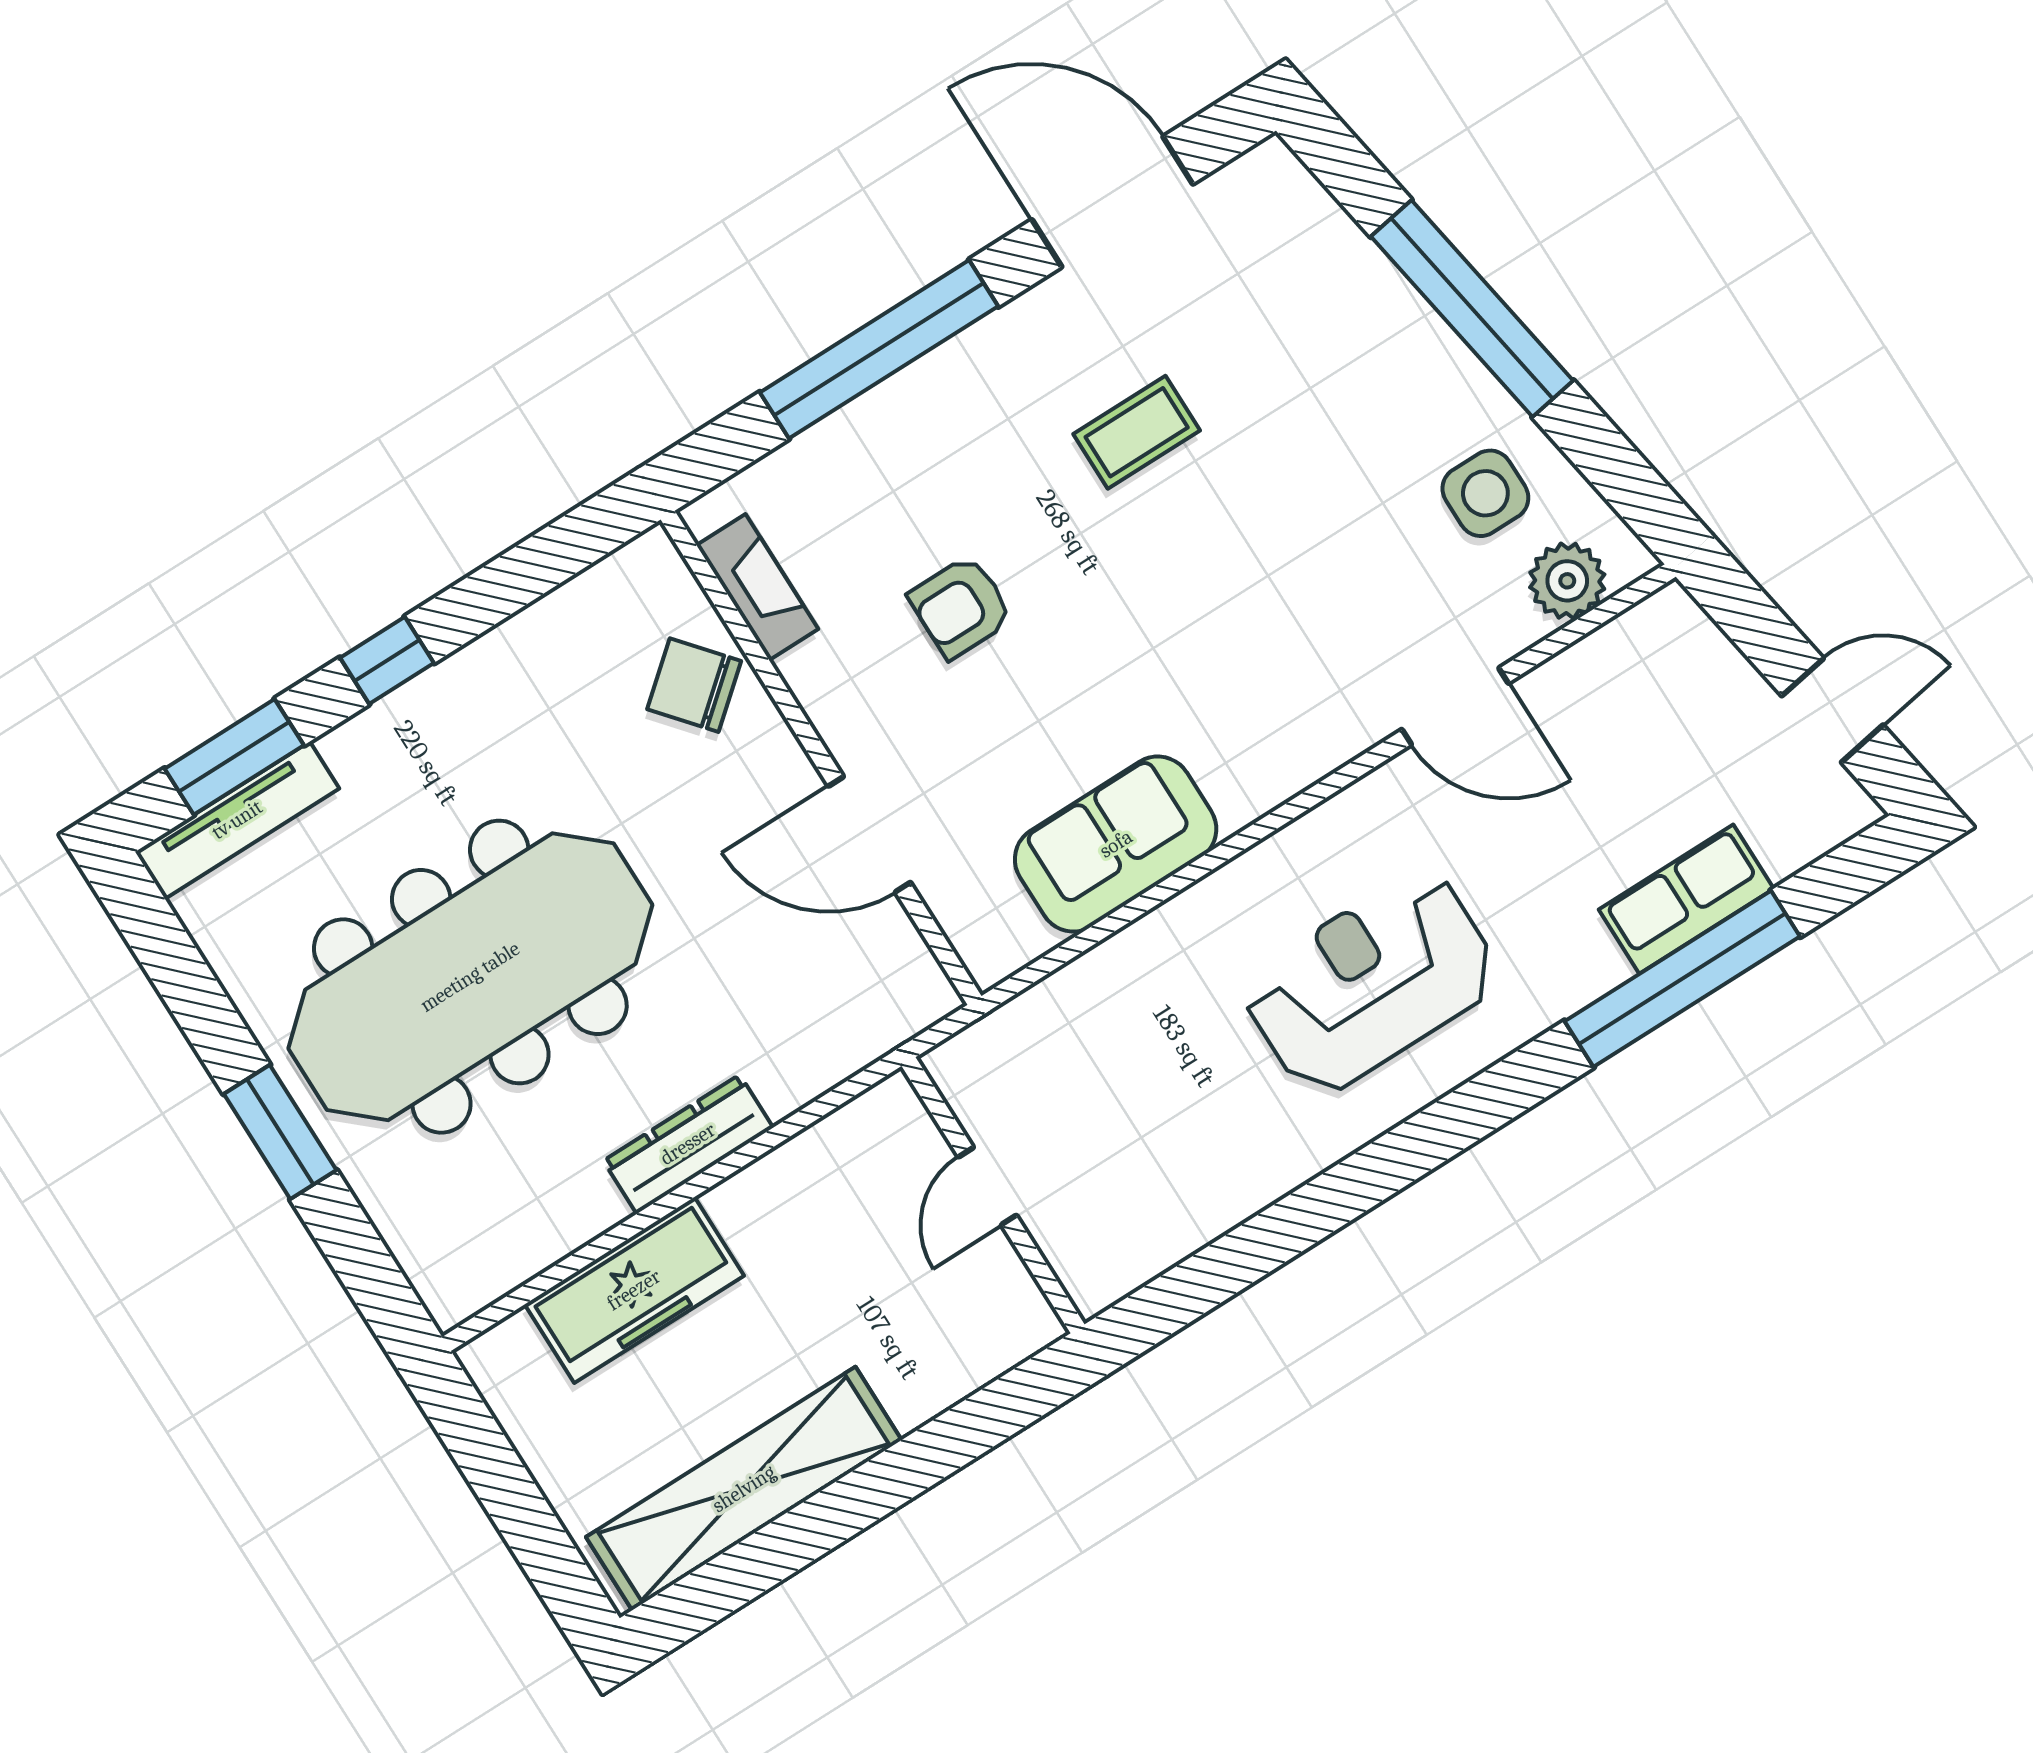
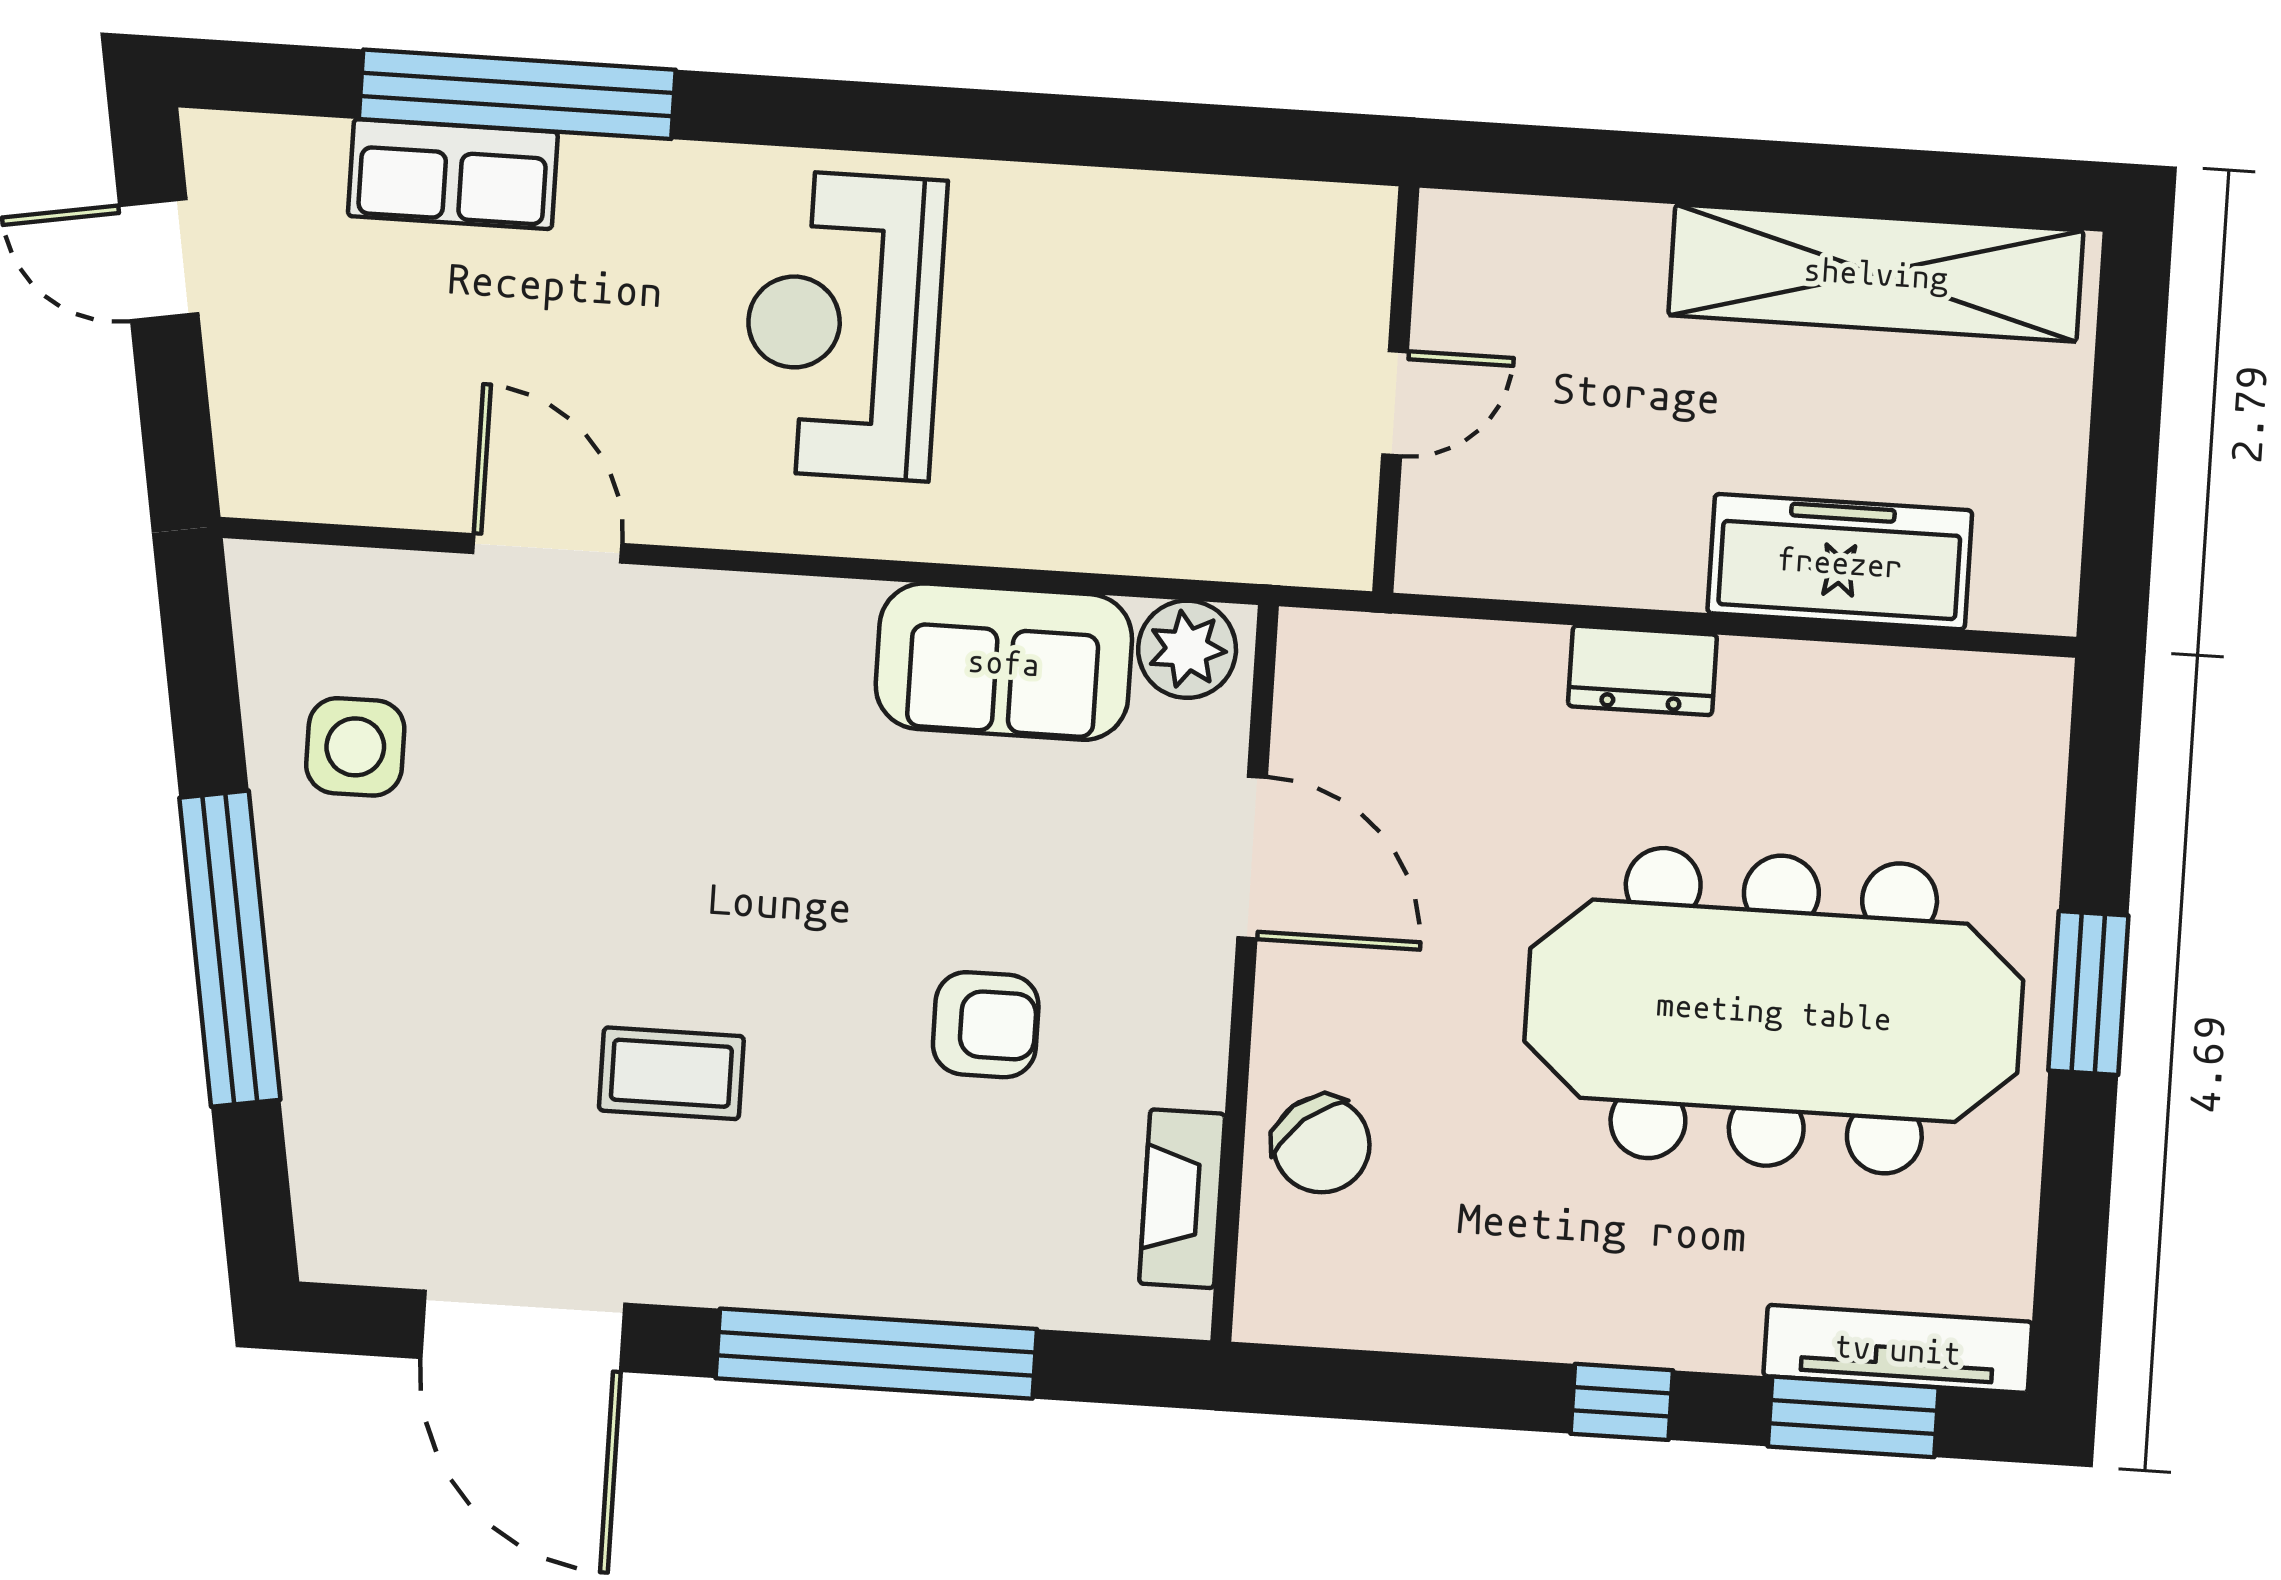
plant: (1567, 581) -> (1187, 649), moved
reception desk: (1371, 983) -> (843, 325), turned 90
dresser: (688, 1144) -> (1642, 670), width x0.70

